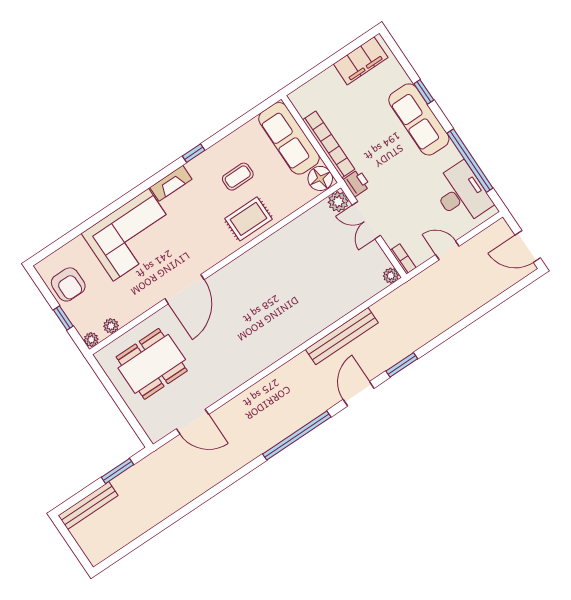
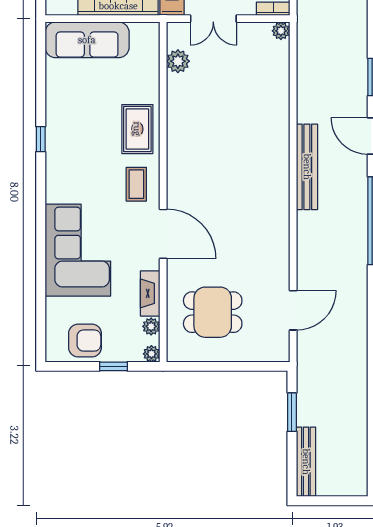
coffee table: (238, 177) -> (136, 184), moved
floor lamp: (320, 178) -> (145, 36), removed
fireplace: (171, 183) -> (150, 293), moved, turned 180
plant: (338, 202) -> (178, 61), moved
bench: (342, 336) -> (307, 167), moved
dining table: (152, 364) -> (213, 312), width x0.73

